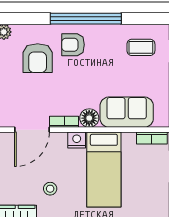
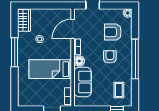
armchair: (73, 45) -> (110, 57), moved
door: (32, 130) -> (73, 29), hinge flipped
nightstand: (77, 140) -> (67, 54), removed

